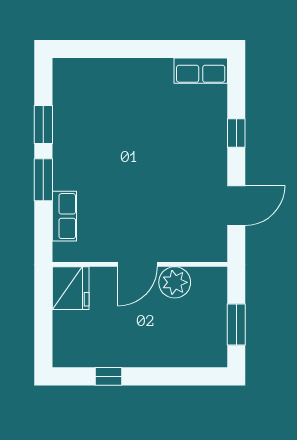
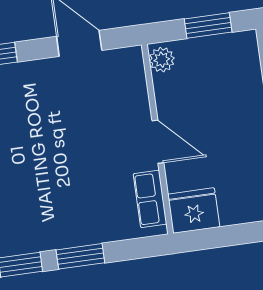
row of seats: (64, 216) -> (150, 199), moved, turned -90
plant: (175, 282) -> (162, 60), moved, width x0.73, depth x0.73

